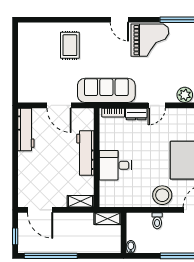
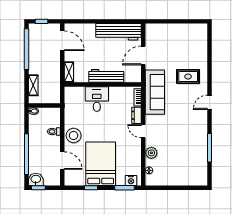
grand piano: (150, 40) -> (194, 126), removed
rug: (70, 45) -> (188, 77), moved
workbench: (26, 129) -> (118, 32), width x1.36, depth x1.32
door: (40, 210) -> (62, 41), swing flipped
shelving: (108, 219) -> (33, 85), moved

